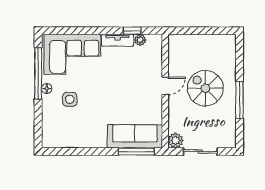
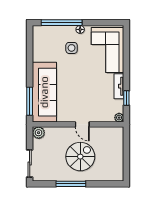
plant: (140, 40) -> (119, 118), moved
window: (38, 73) -> (62, 23), moved
sofa: (135, 136) -> (44, 92), width x1.36, depth x1.27
sliding door: (200, 152) -> (30, 163), moved

